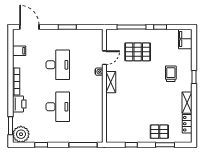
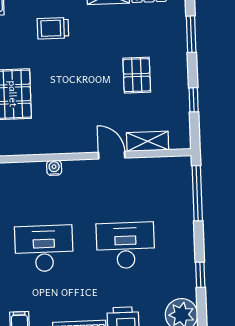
door: (104, 58) -> (112, 155), moved
shelving: (111, 82) -> (148, 141), moved
pallet: (159, 132) -> (137, 75), moved

